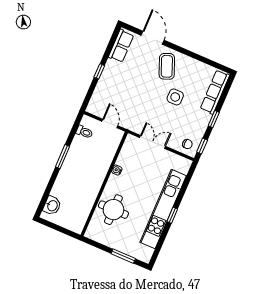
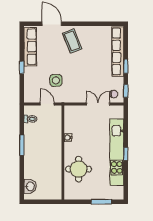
row of seats: (121, 46) -> (30, 47), width x1.48
row of seats: (215, 92) -> (118, 51), width x1.36
side table: (175, 97) -> (56, 80), moved
double door: (153, 142) -> (98, 104), moved

